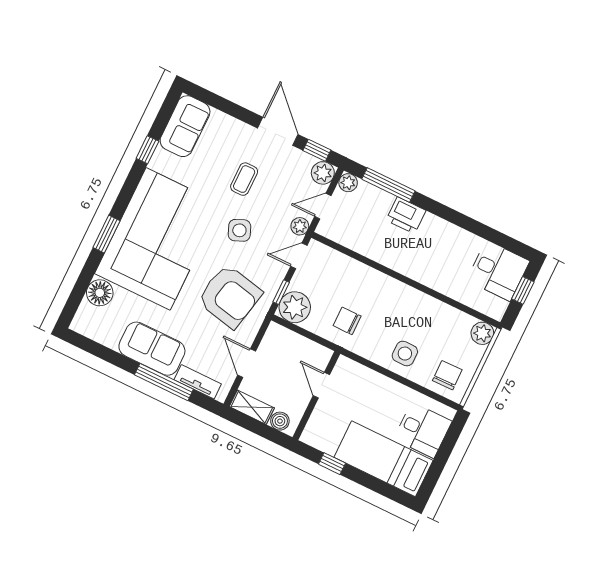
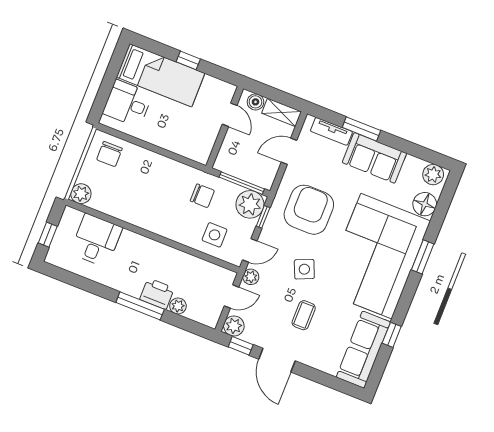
sofa: (185, 126) -> (363, 350), width x1.36
plant: (348, 183) -> (178, 306), moved
window: (388, 185) -> (140, 306), moved
desk: (498, 271) -> (96, 240), moved, turned 90
armchair: (229, 296) -> (309, 210), turned 78
plant: (88, 325) -> (433, 175), added
window: (302, 332) -> (242, 183), added
side table: (405, 354) -> (215, 235), moved
door: (247, 363) -> (289, 151), swing flipped
window: (164, 382) -> (361, 129), width x0.69
door: (321, 385) -> (230, 115), moved
window: (332, 464) -> (188, 60), moved

